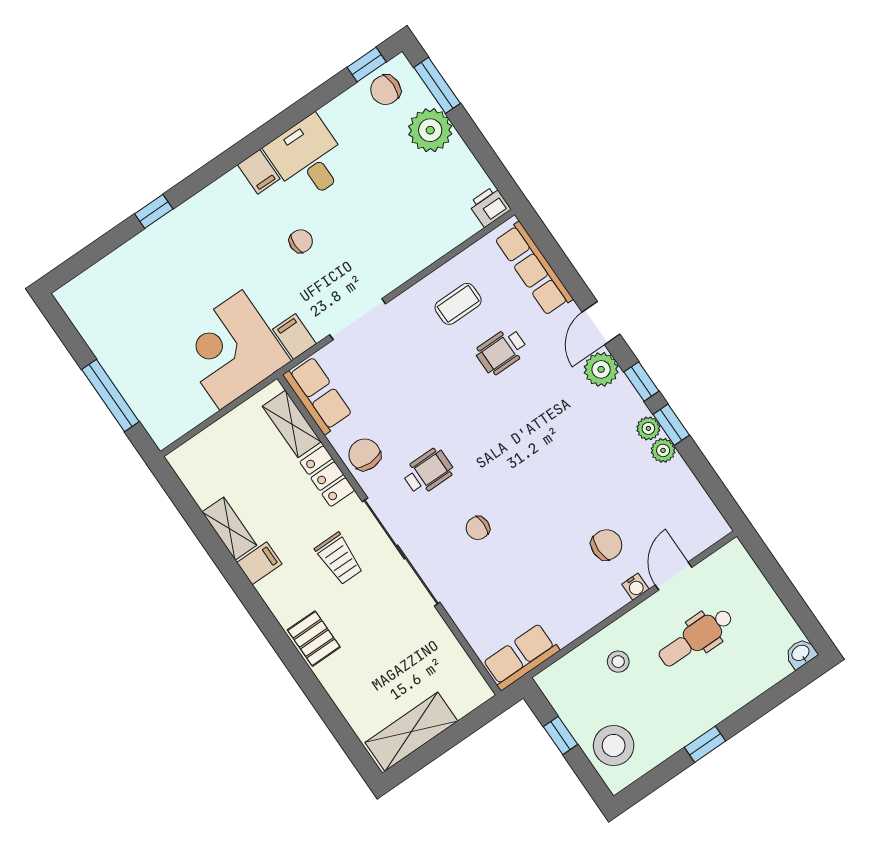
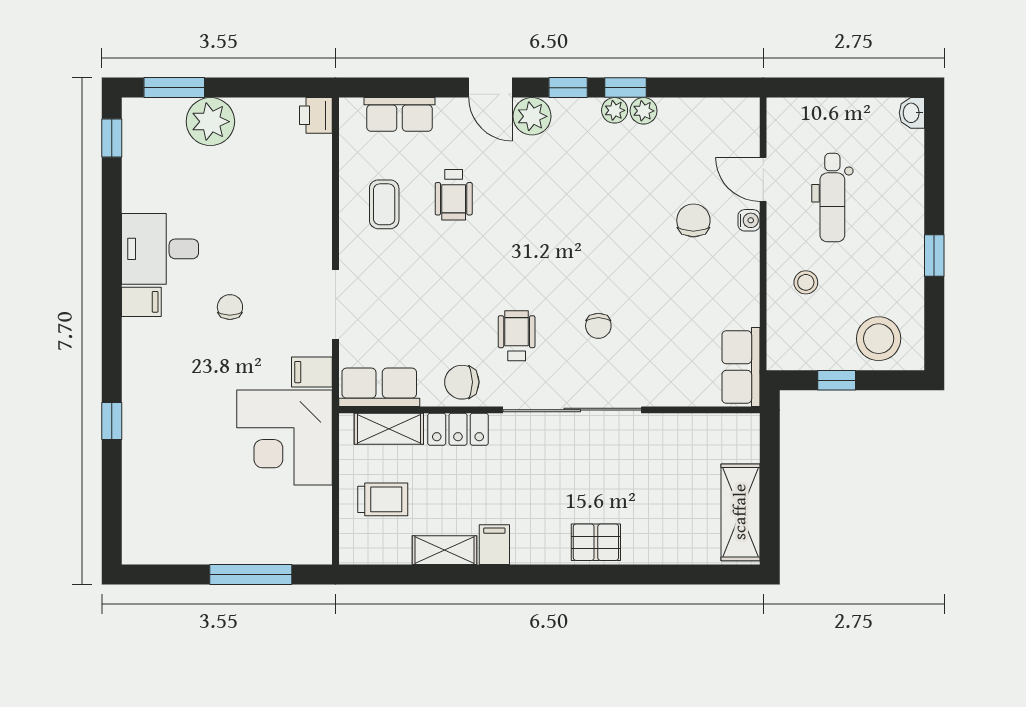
chair: (386, 90) -> (146, 137), removed
row of seats: (534, 269) -> (400, 114), width x0.68
trolley: (339, 559) -> (383, 499), moved

